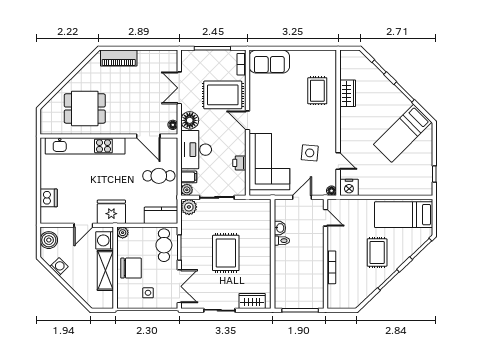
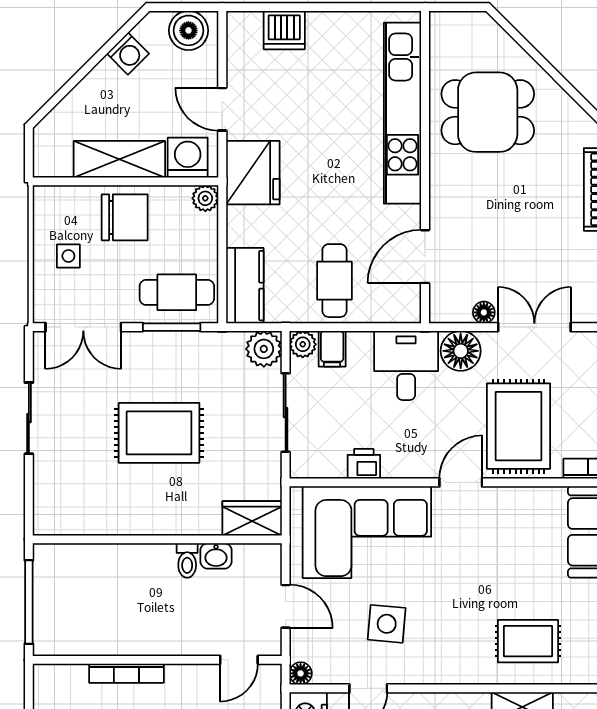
dining table: (85, 108) -> (488, 112), turned 90
floor lamp: (173, 125) -> (484, 312), moved
desk: (196, 150) -> (406, 365), width x0.73
chair: (131, 268) -> (125, 217), turned -90
wardrobe: (252, 301) -> (252, 518), moved, turned -90

